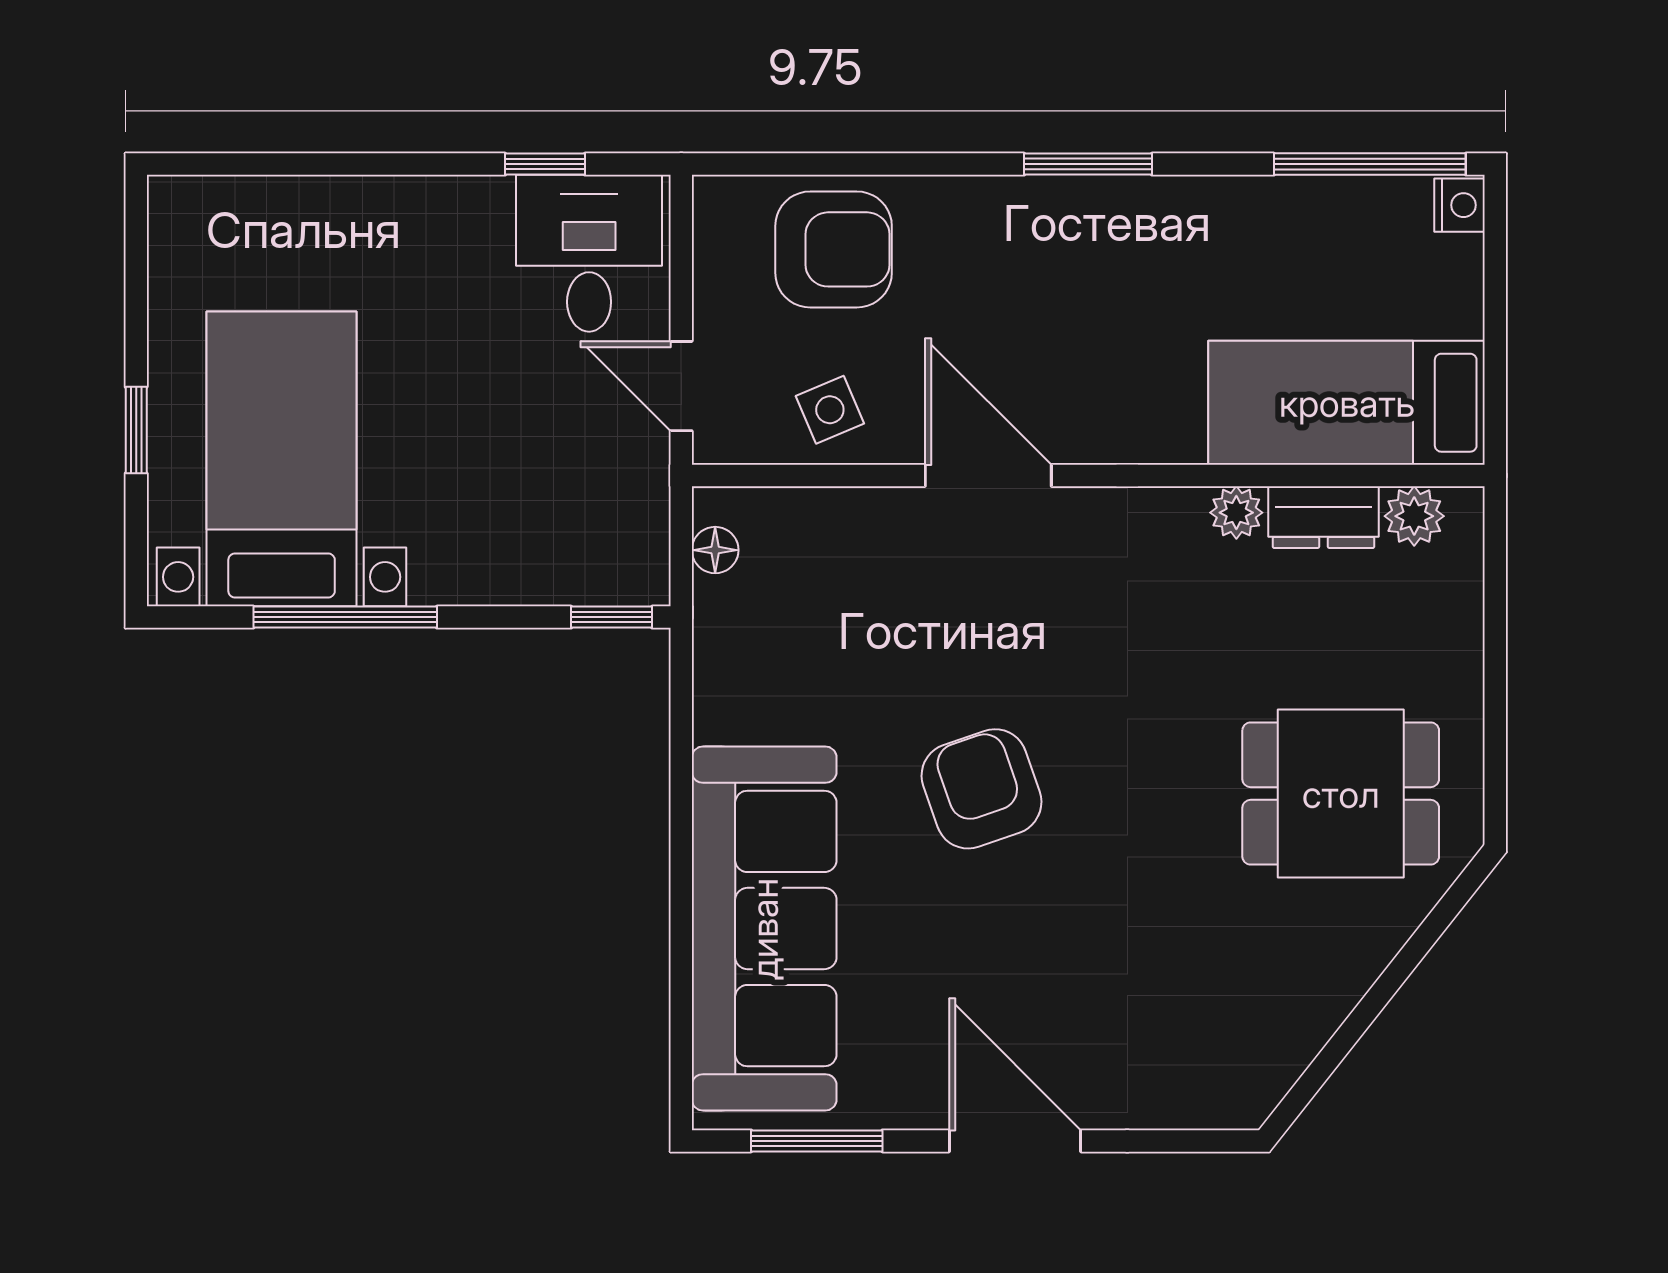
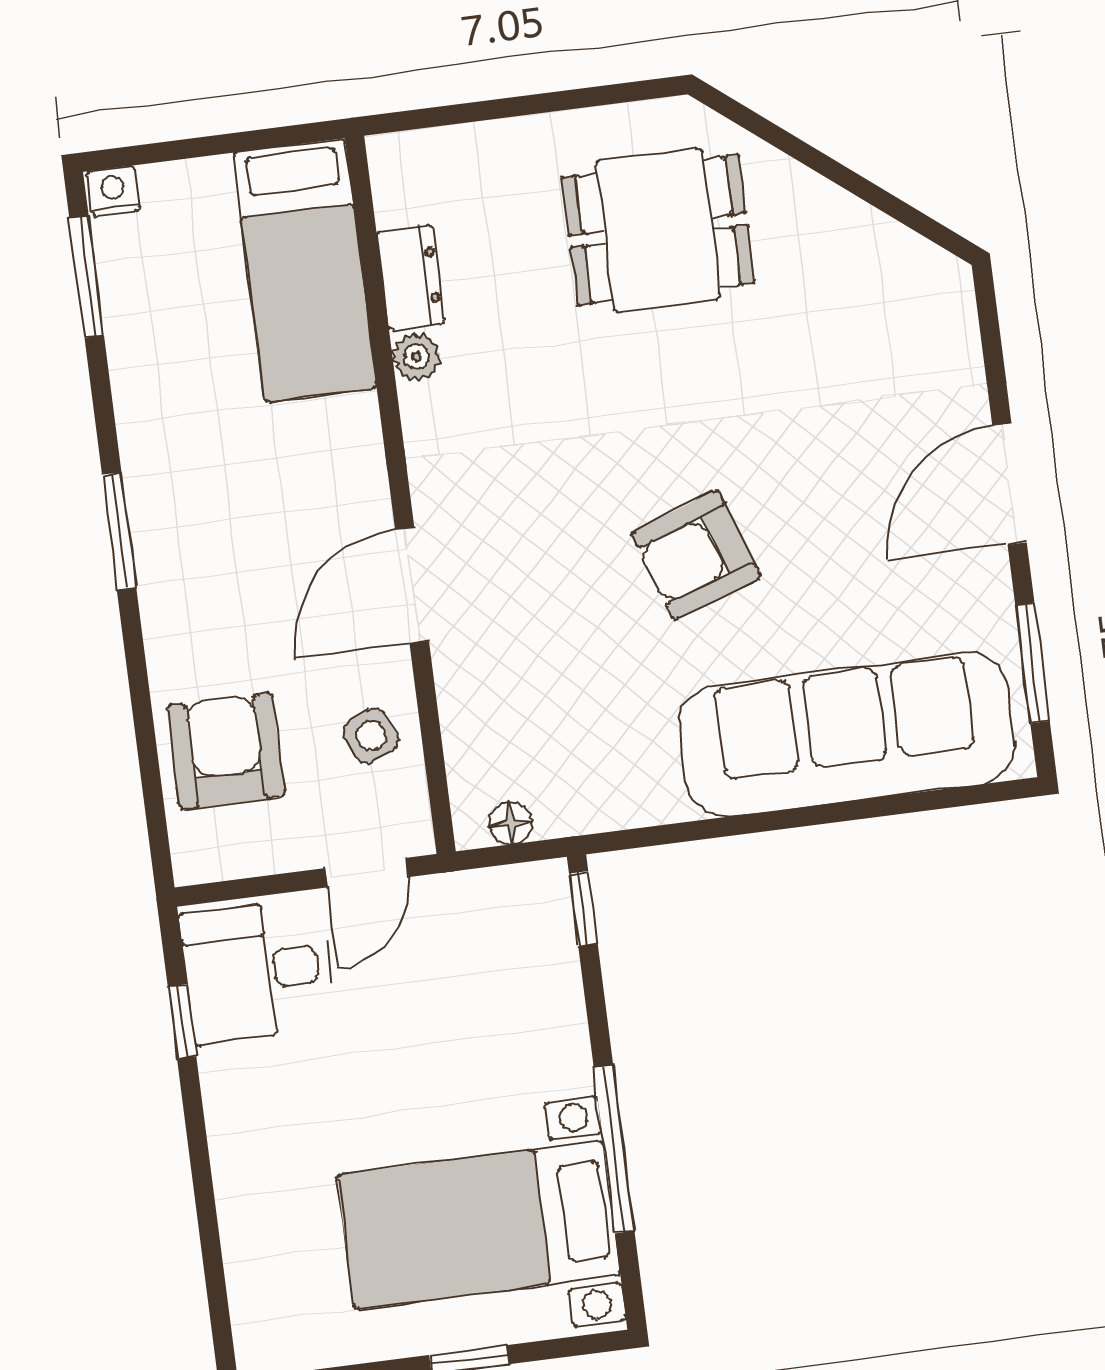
window: (1370, 164) -> (87, 277), width x0.69
plant: (1414, 516) -> (399, 196), removed
dining table: (1341, 794) -> (658, 230), turned 90

